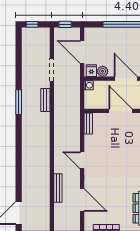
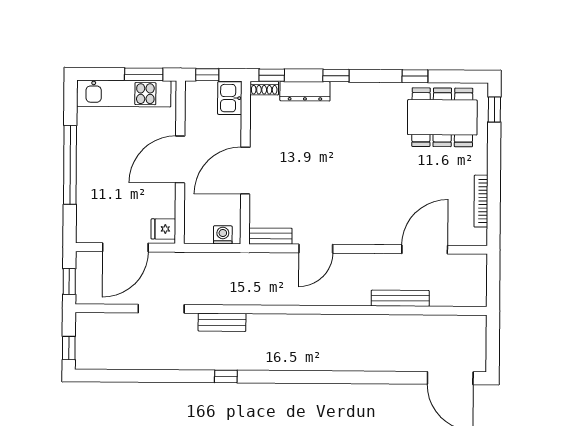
plant: (103, 71) -> (165, 206), removed
washing machine: (89, 85) -> (223, 235), moved
window: (19, 102) -> (226, 376), width x0.46
door: (82, 160) -> (316, 249), moved

